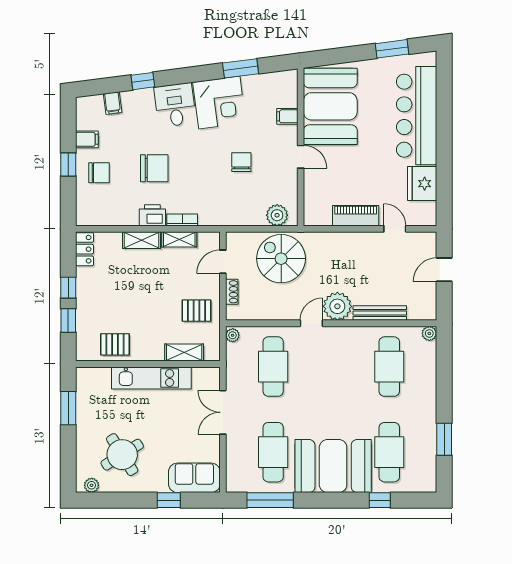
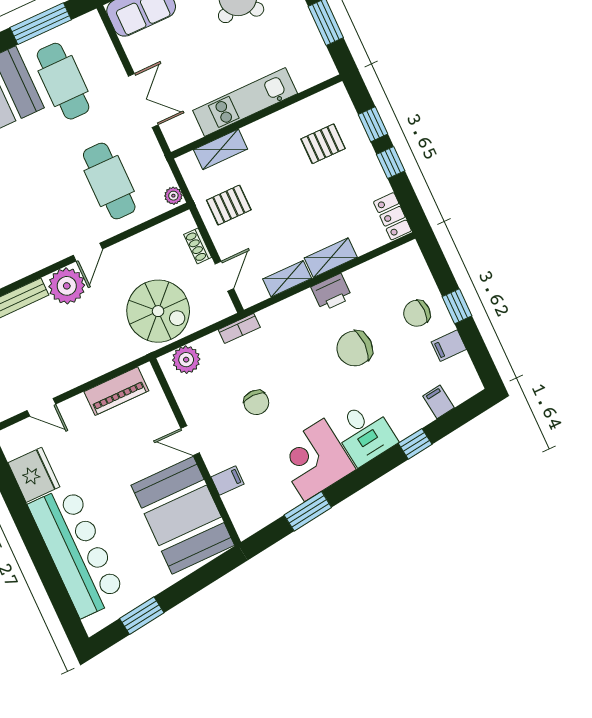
piano: (356, 216) -> (116, 391), moved
bookcase: (182, 220) -> (239, 328), moved
pallet: (115, 344) -> (323, 144), moved

